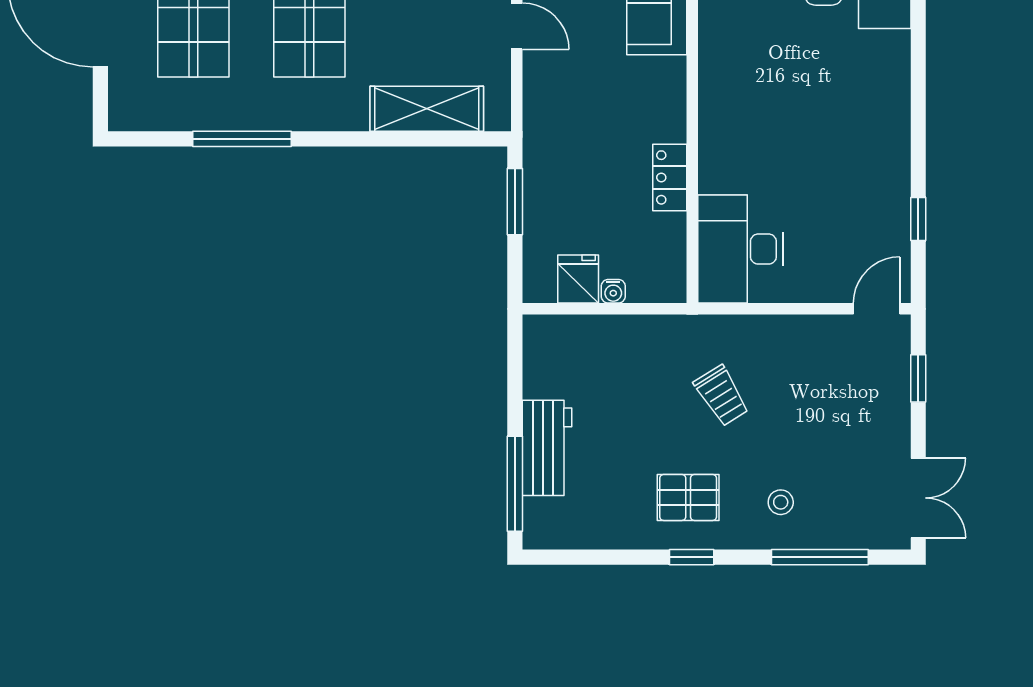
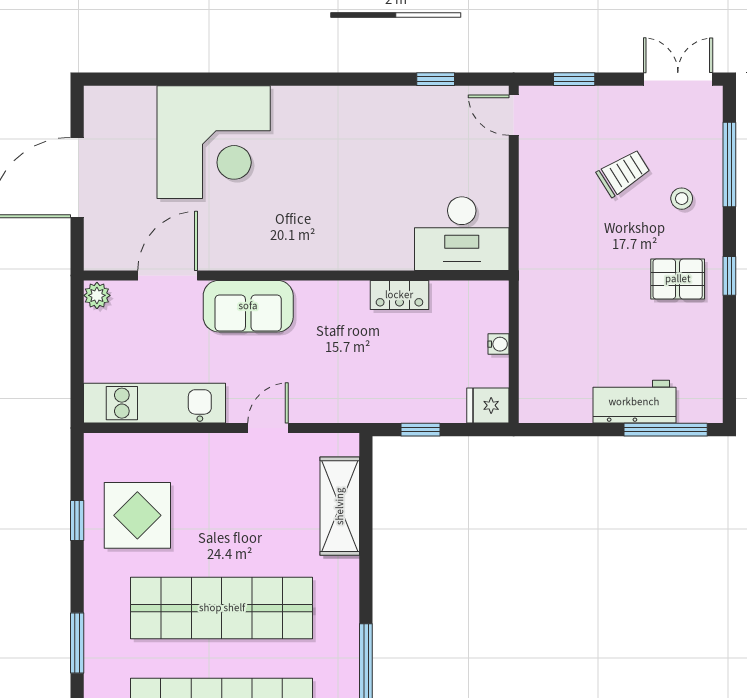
window: (515, 202) -> (420, 430), width x0.67
fridge: (578, 279) -> (488, 405), moved
trolley: (722, 396) -> (623, 173), moved
pallet: (688, 497) -> (678, 279), turned 90

